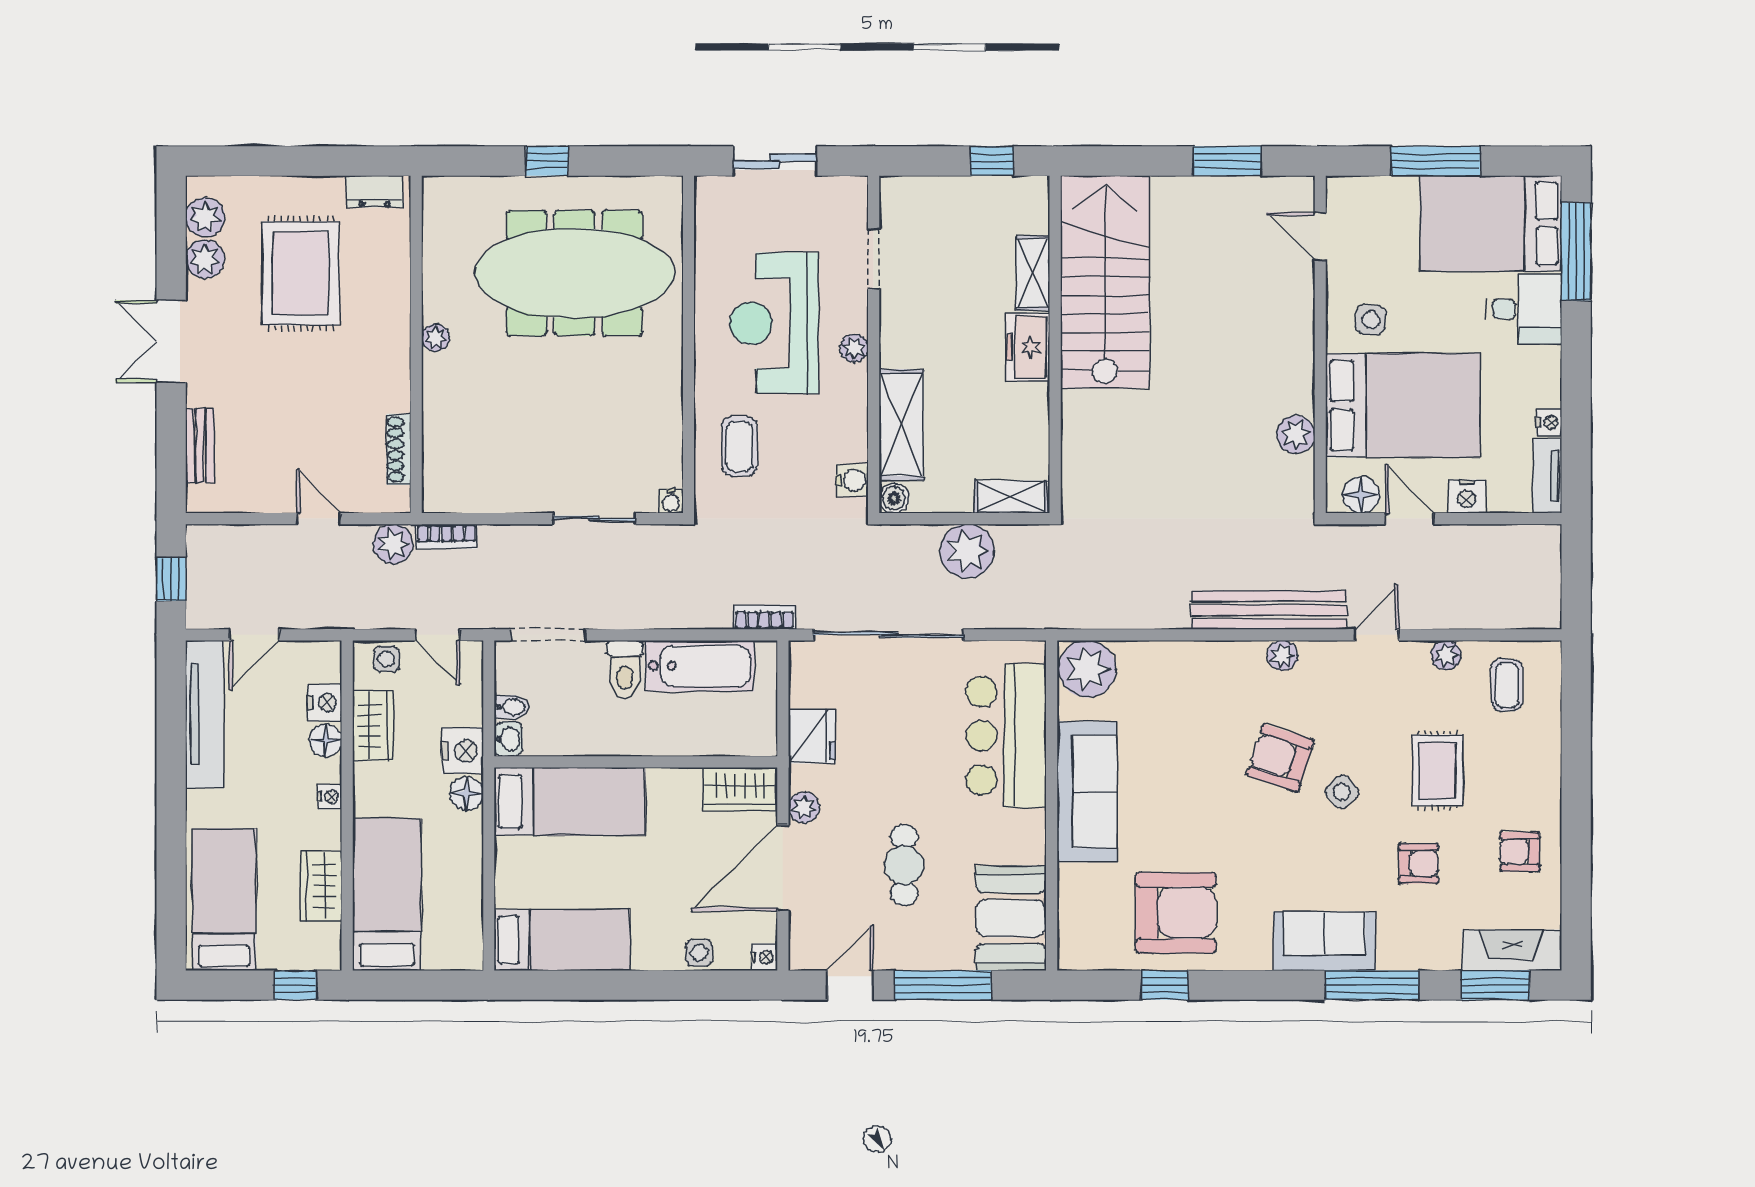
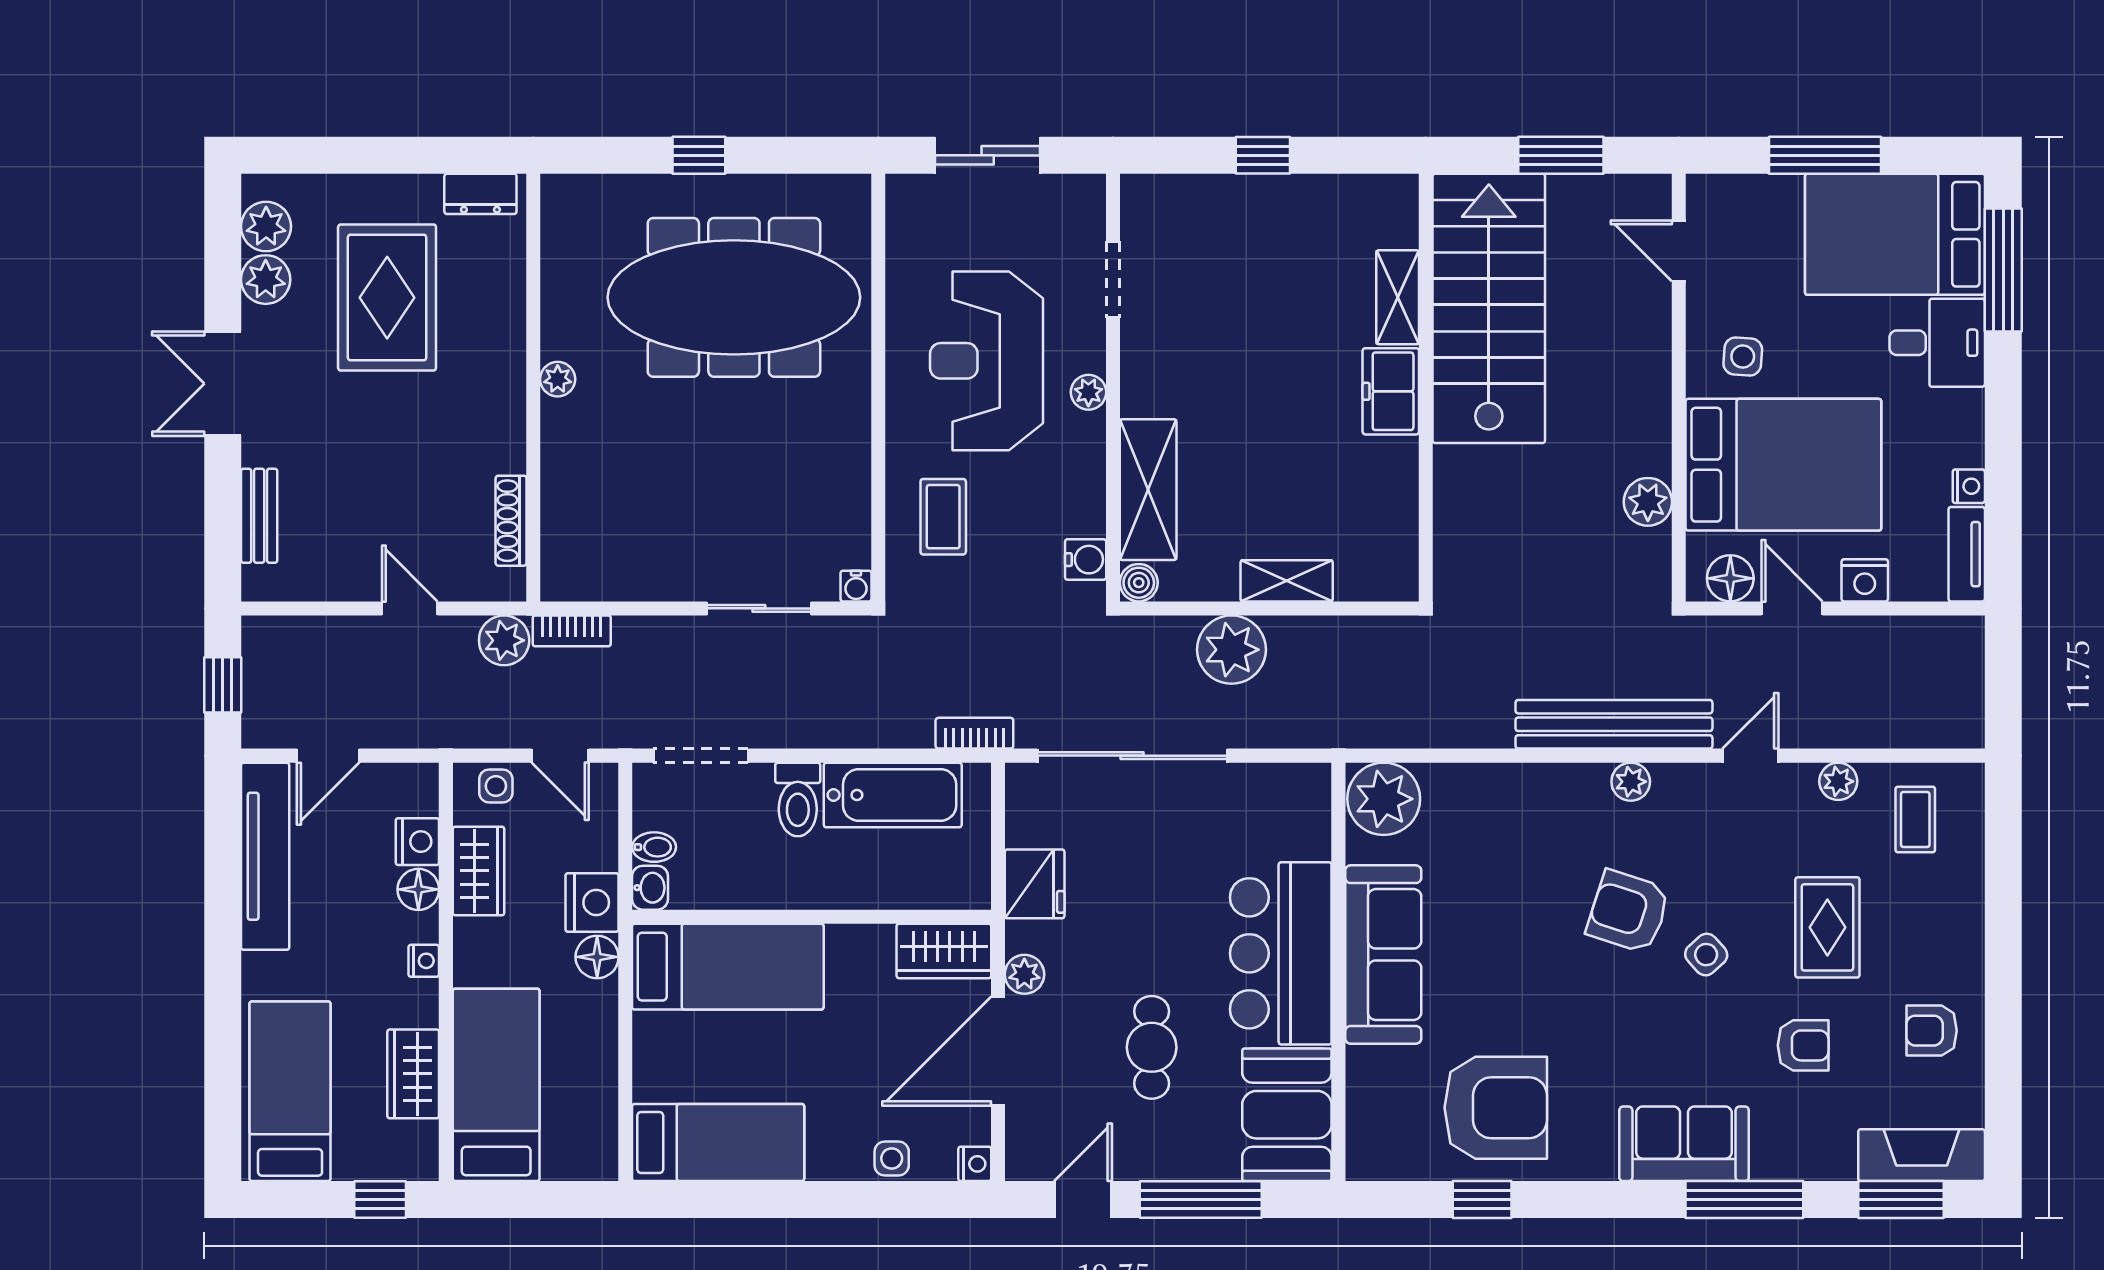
shelving: (1033, 273) -> (1398, 297), moved
stairs: (1105, 282) -> (1489, 308), moved
wall: (1055, 344) -> (1426, 388), moved
freezer: (1028, 347) -> (1391, 391), moved
bar counter: (1006, 736) -> (1281, 953), moved

